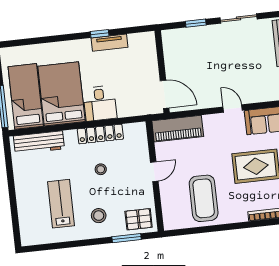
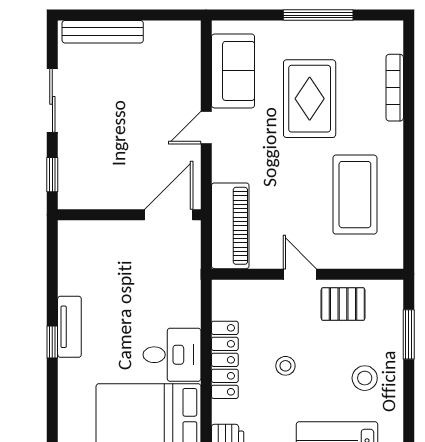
wall: (162, 72) -> (129, 215), moved
door: (165, 94) -> (169, 215), moved
coffee table: (204, 198) -> (355, 195), turned 90
pallet: (139, 219) -> (343, 304), moved, turned 90

